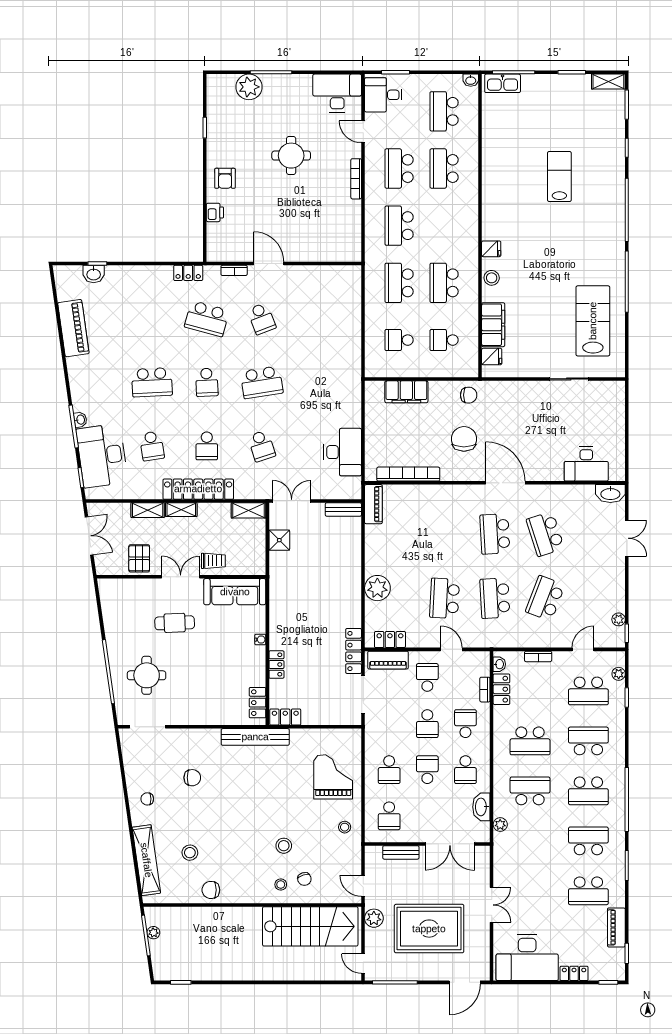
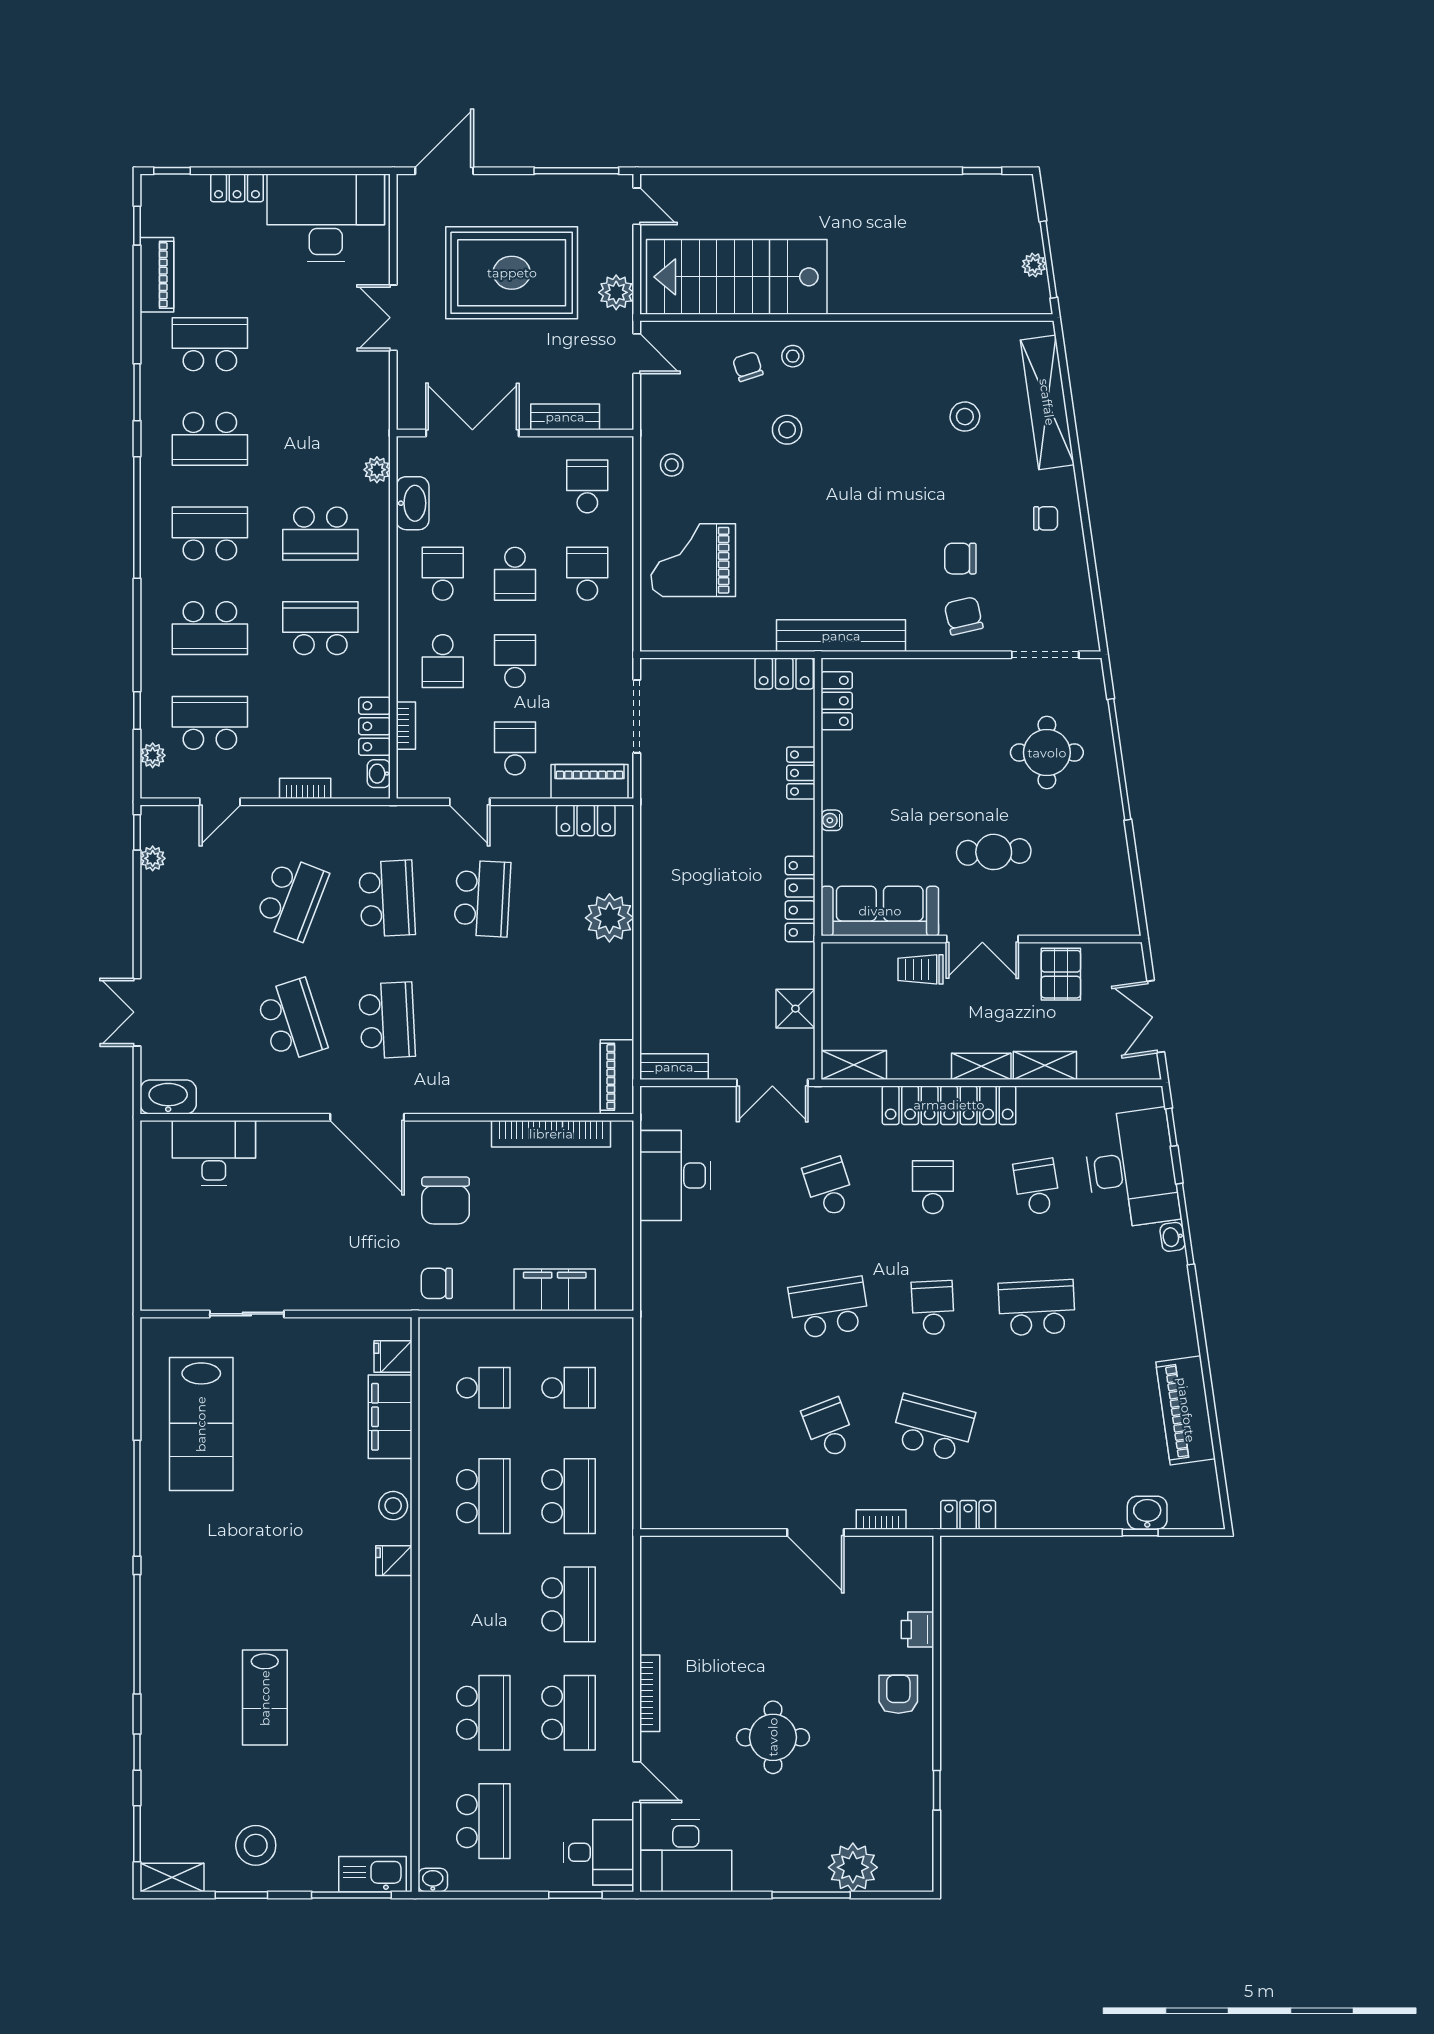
stool: (564, 99) -> (256, 1845), added
locker: (354, 651) -> (800, 899), moved, turned 180
school desk: (427, 677) -> (515, 748), turned 180
grand piano: (333, 777) -> (693, 560), turned 90
chair: (211, 890) -> (964, 616), moved, turned -103

